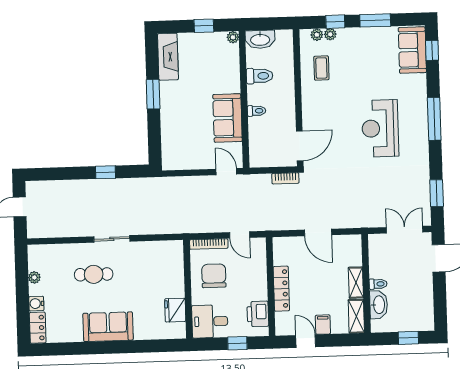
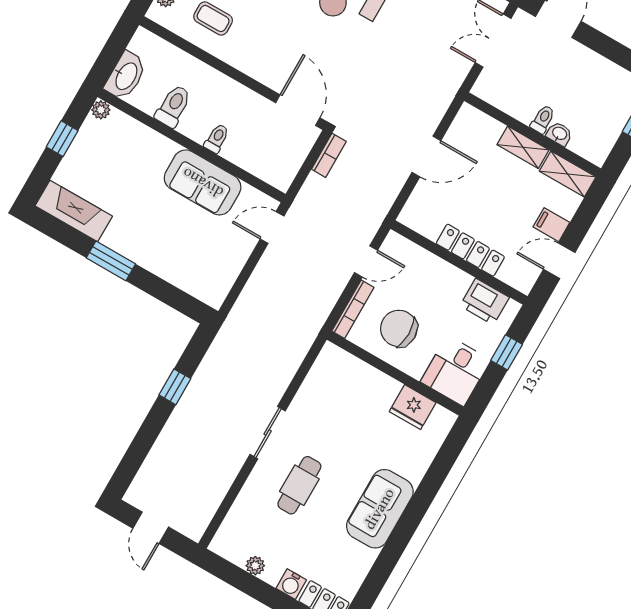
washbasin: (379, 305) -> (559, 134), width x0.52, depth x0.69

